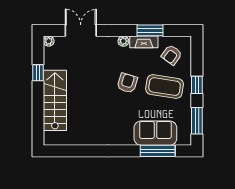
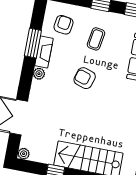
armchair: (172, 55) -> (63, 25), turned -118
coffee table: (165, 87) -> (96, 39), width x0.54, depth x0.58

